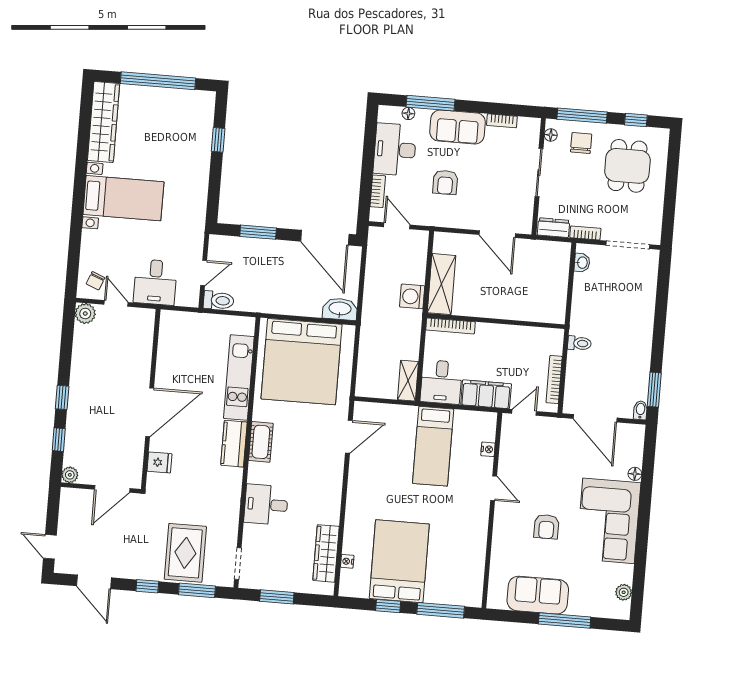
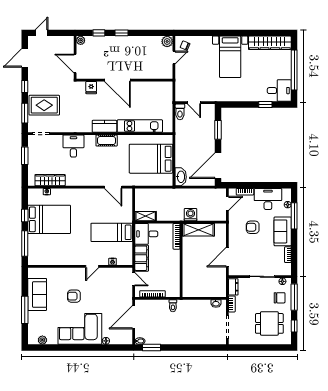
desk: (155, 282) -> (279, 91), moved, turned 180
bed: (302, 362) -> (151, 159), width x0.73

